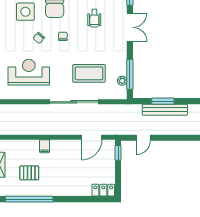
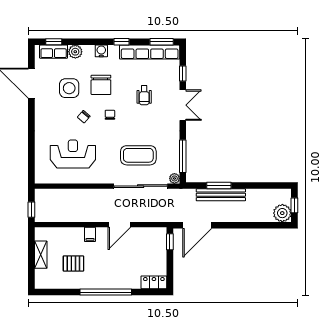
plant: (122, 81) -> (174, 178), moved
sliding door: (74, 102) -> (141, 186), moved
door: (91, 137) -> (119, 225), moved
door: (143, 138) -> (197, 225), width x1.88
window: (29, 199) -> (106, 292), moved

